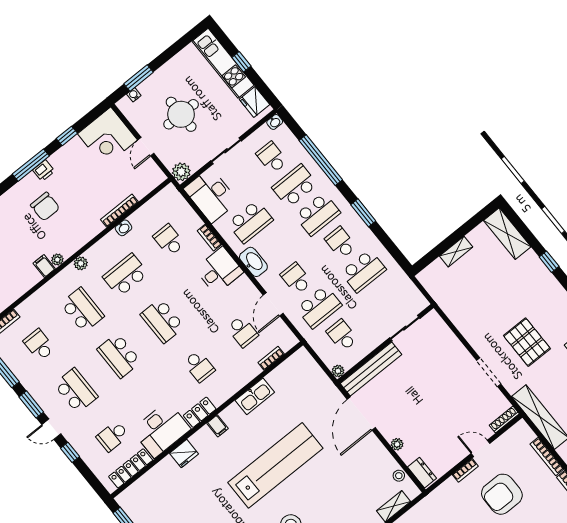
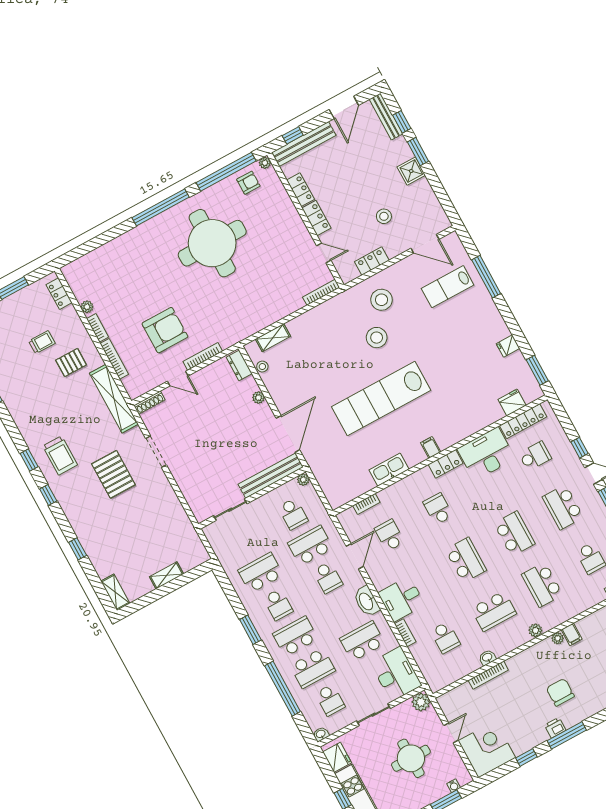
shelving: (507, 234) -> (115, 592), width x0.67, depth x0.75
fridge: (184, 454) -> (512, 402), moved
bookcase: (465, 470) -> (203, 356), width x1.56

